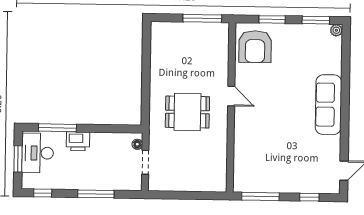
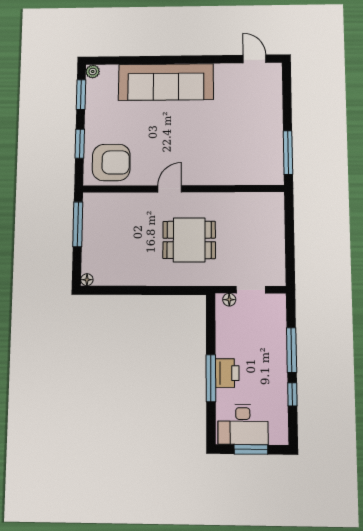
floor lamp: (155, 26) -> (87, 280), added
sofa: (328, 105) -> (166, 82), width x1.36, depth x1.27
dining table: (187, 112) -> (189, 240), turned 90
window: (57, 128) -> (211, 378), moved
window: (43, 193) -> (292, 394), moved
window: (309, 197) -> (287, 97), removed

